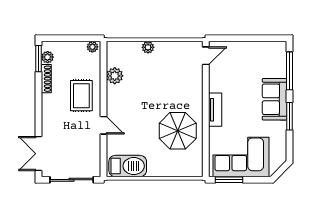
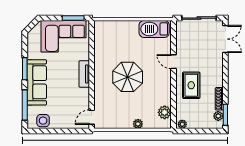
side table: (267, 51) -> (43, 121), added
plant: (115, 76) -> (165, 112), moved
sofa: (275, 99) -> (37, 82), width x1.36
parasol: (178, 131) -> (128, 77), moved

